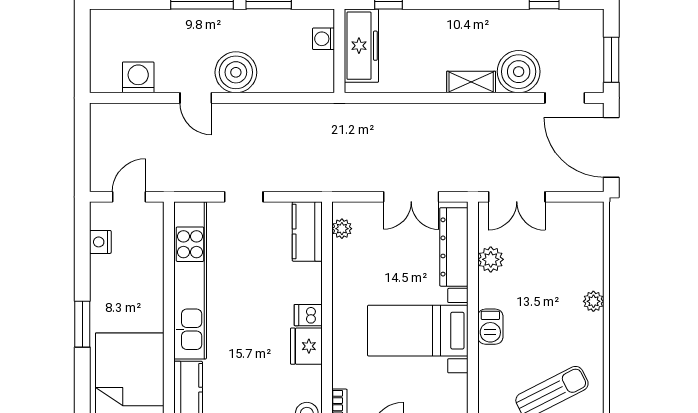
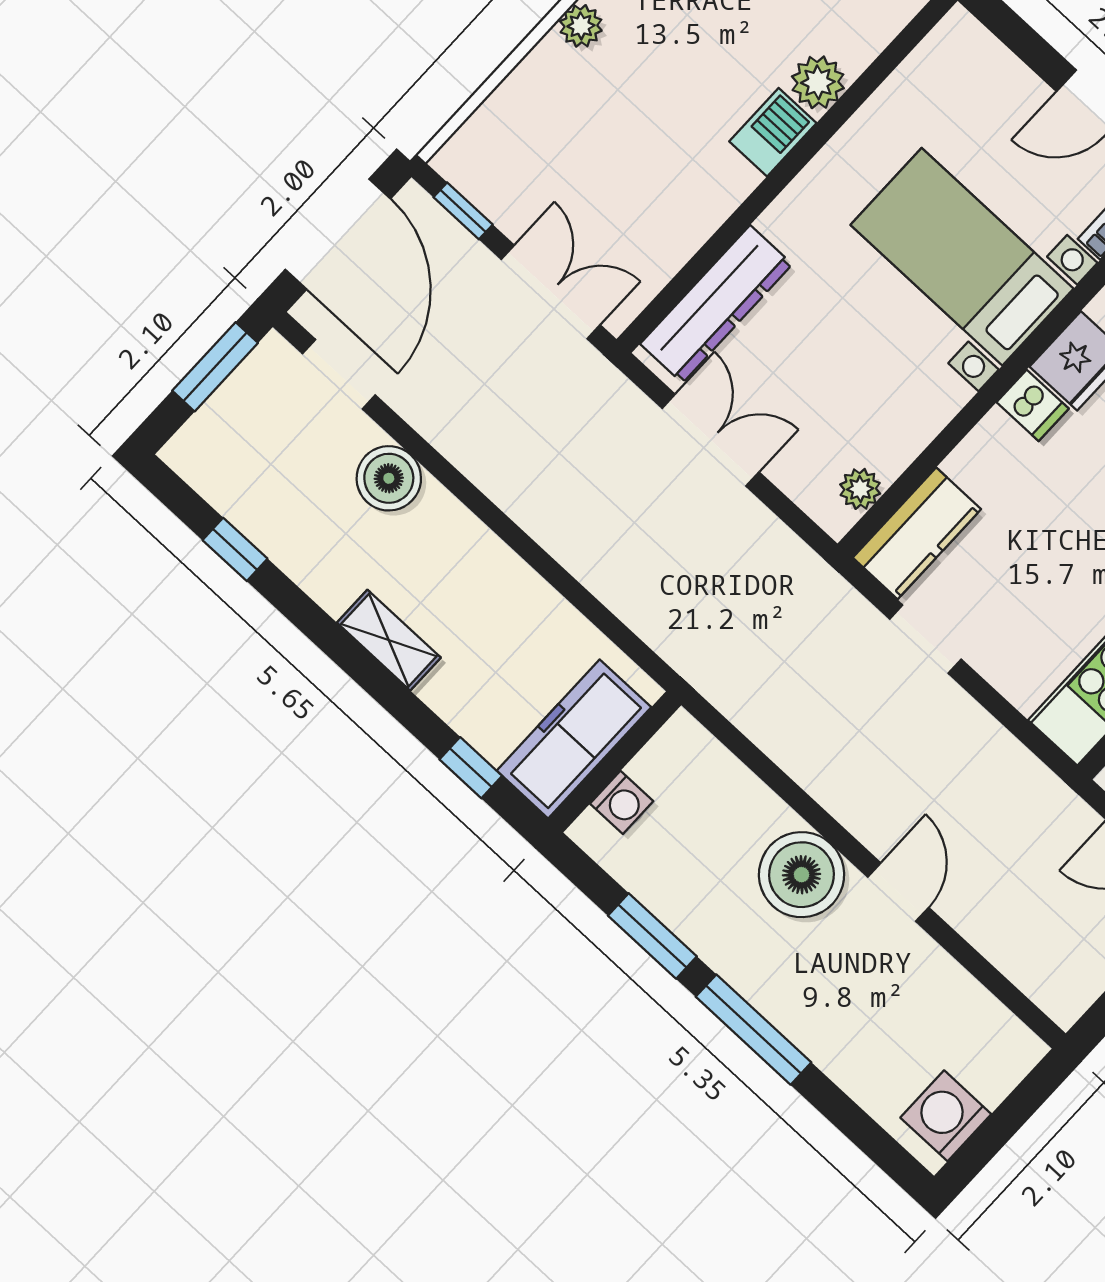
boiler: (519, 72) -> (389, 478), width x0.73, depth x0.73
washing machine: (138, 77) -> (946, 1116), moved, turned 90
shelving: (471, 82) -> (389, 640), moved
doorway: (244, 197) -> (925, 639), moved
window: (574, 197) -> (463, 211), added
plant: (491, 259) -> (818, 82), moved
bed with nightstands: (418, 331) -> (962, 257), moved, turned 180

